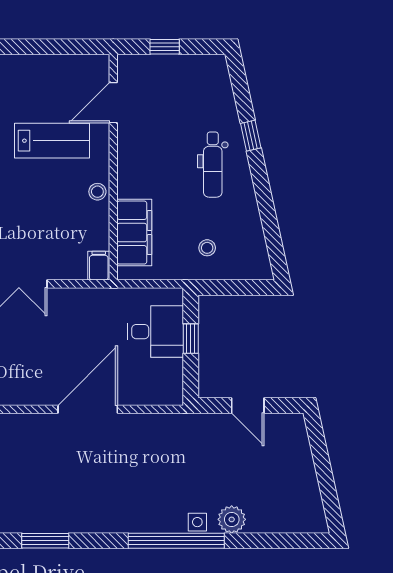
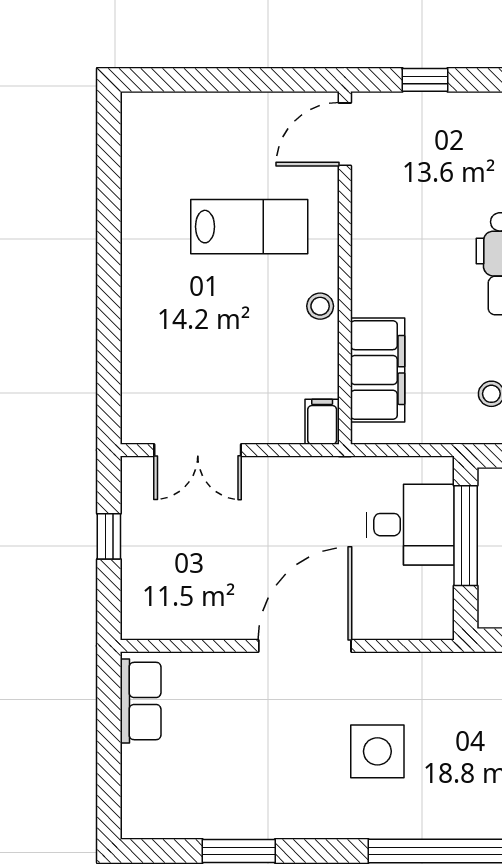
door: (113, 103) -> (345, 134), moved
window: (191, 339) -> (466, 536), width x2.17
side table: (197, 522) -> (377, 751), moved, width x1.87, depth x1.87

